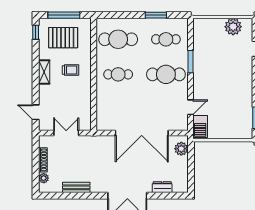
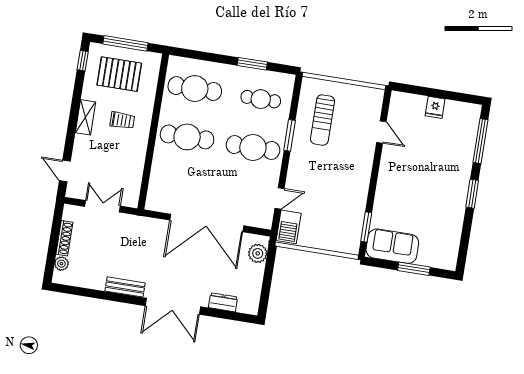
plant: (233, 27) -> (356, 97), removed
sun lounger: (212, 47) -> (322, 120), added
cafe table: (118, 74) -> (187, 137), width x1.37, depth x1.35
bench: (76, 187) -> (125, 287), moved

